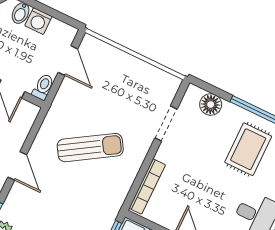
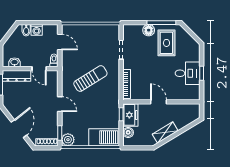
floor lamp: (211, 105) -> (149, 30), moved

